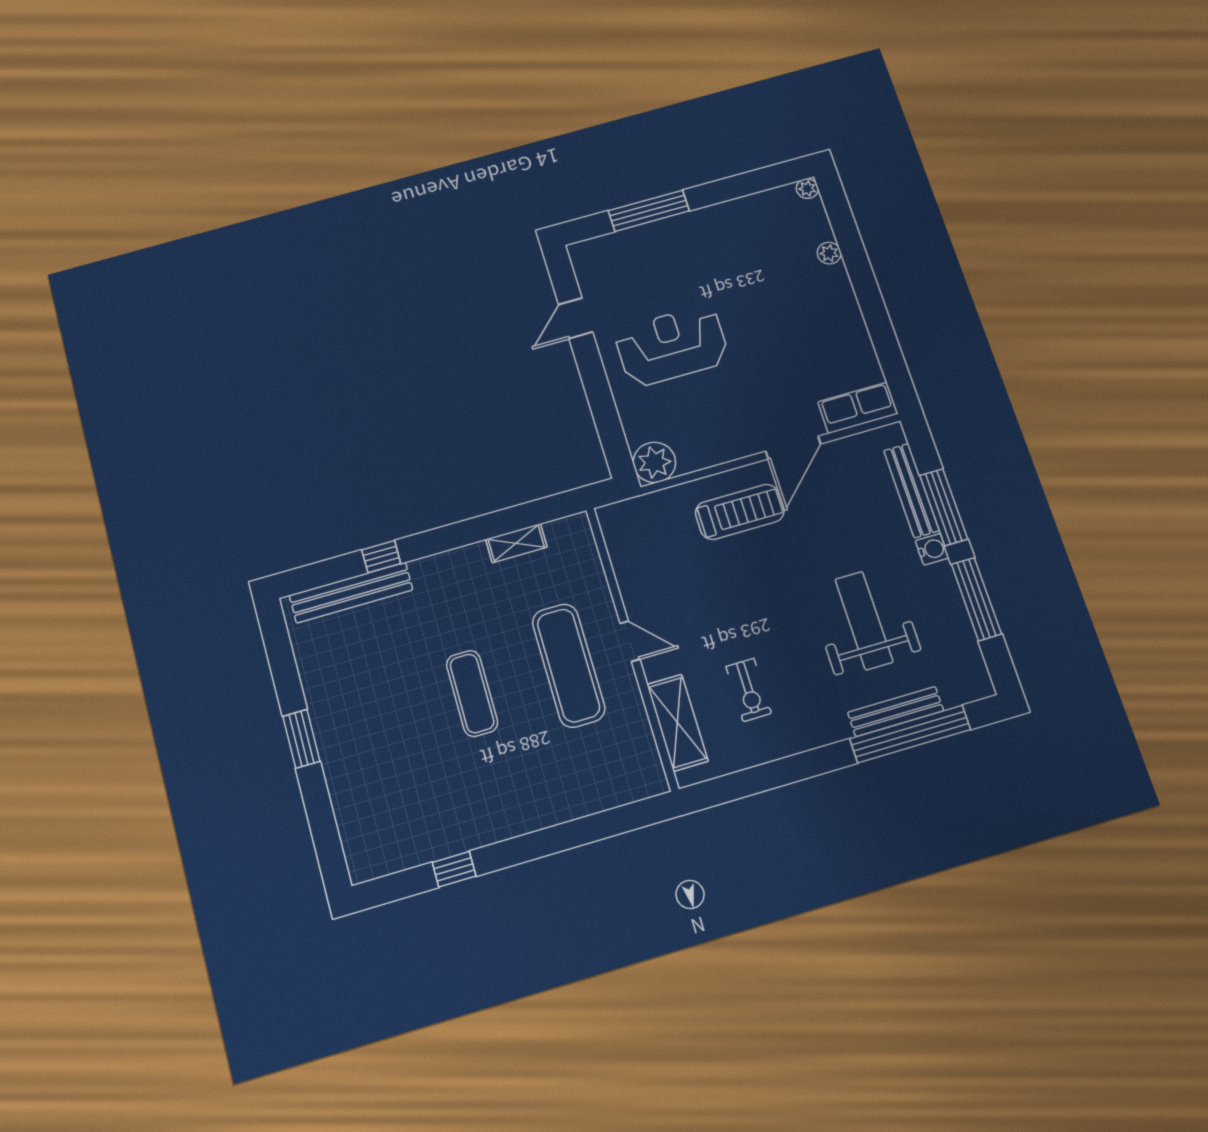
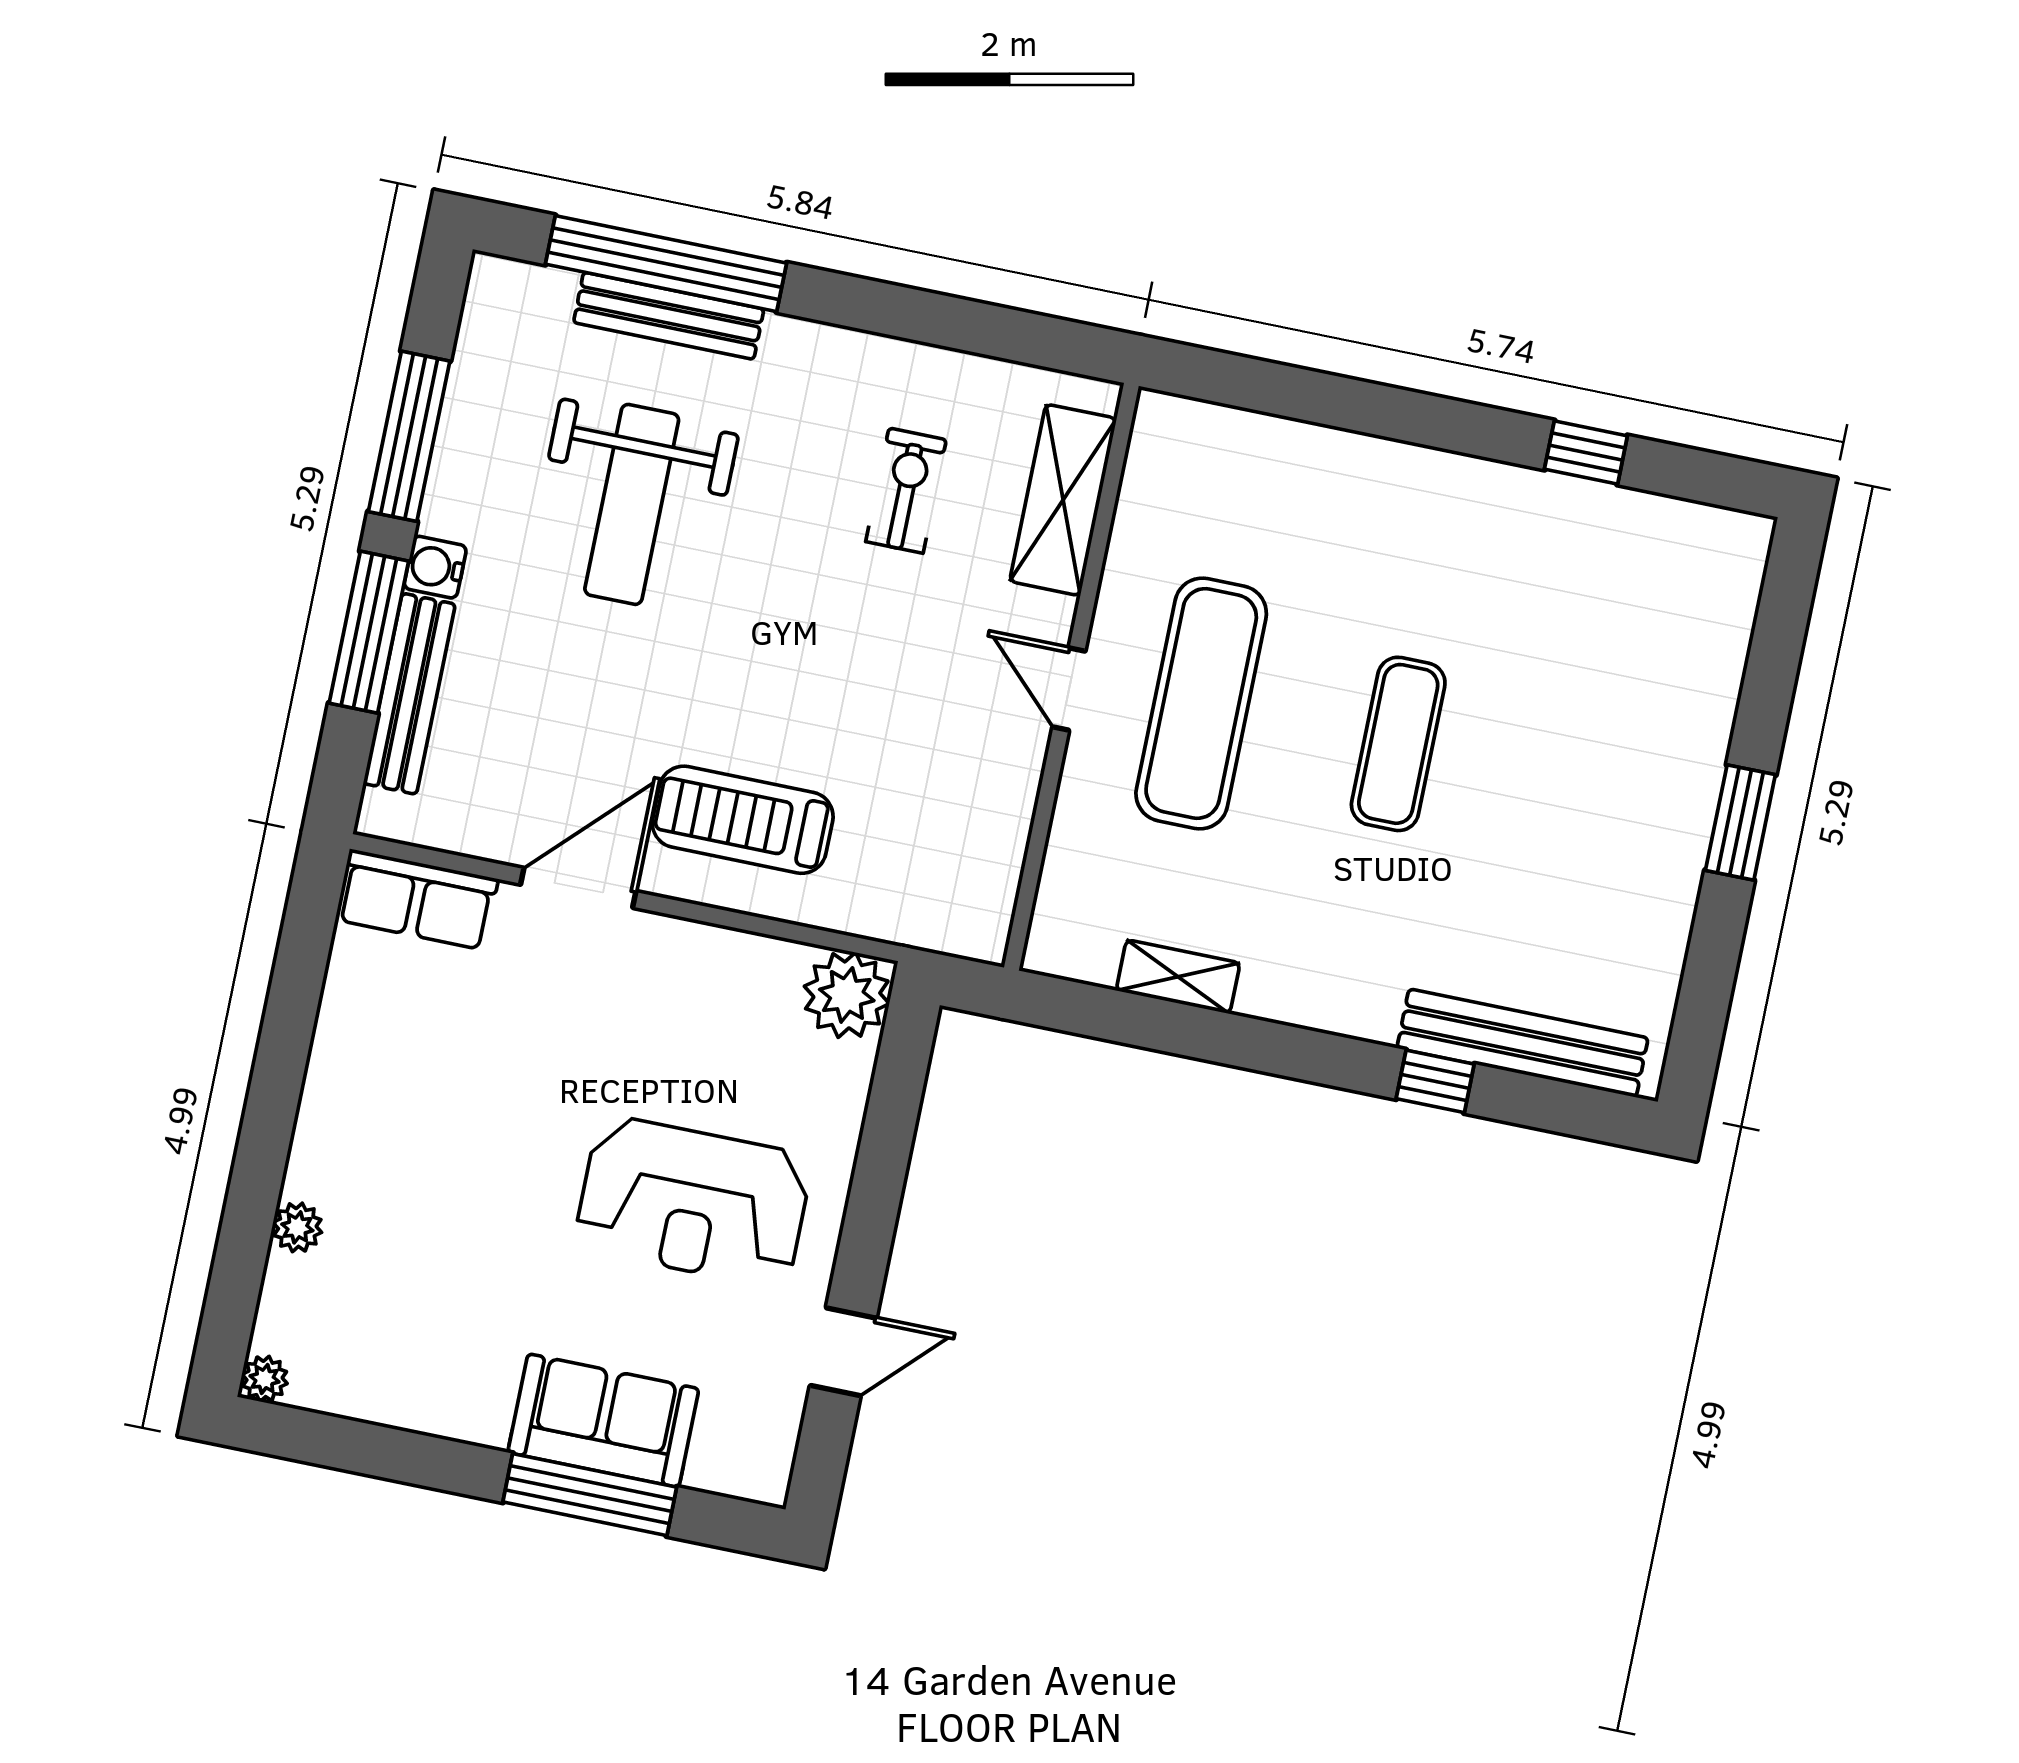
sofa: (660, 242) -> (603, 1421), added

